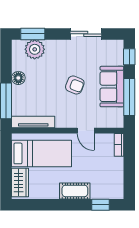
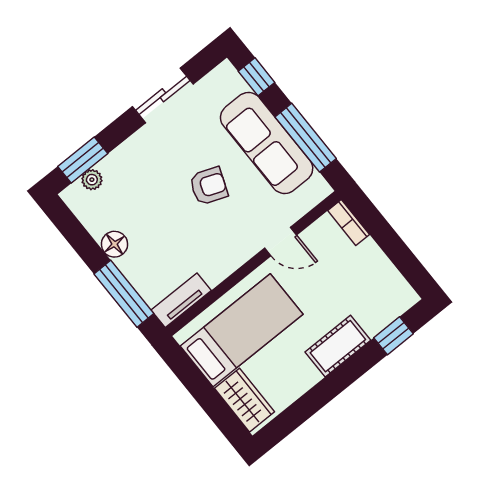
plant: (35, 49) -> (92, 180), width x0.53, depth x0.53
sofa: (112, 87) -> (267, 143), width x1.36
tv unit: (33, 122) -> (181, 300), width x0.71

